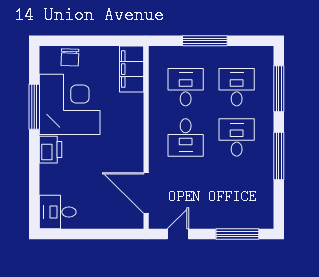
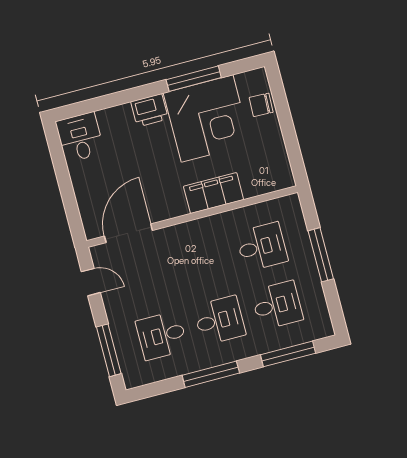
filing cabinet: (132, 69) -> (214, 193), moved
desk: (186, 137) -> (162, 336), moved

